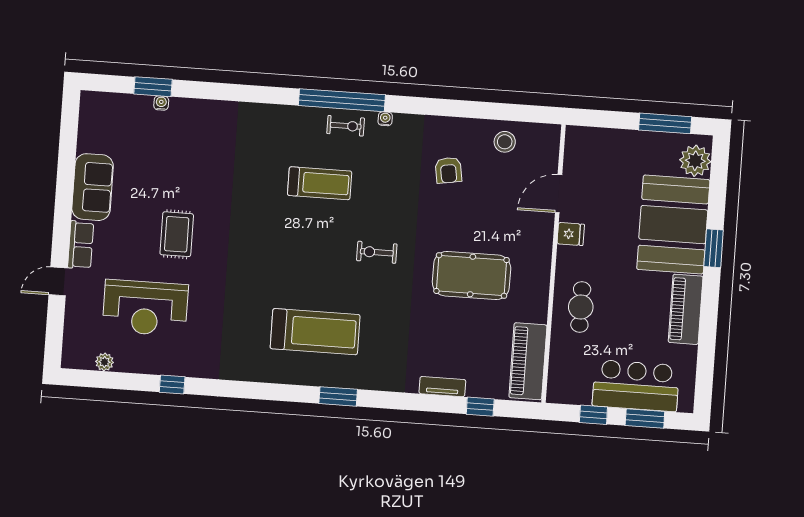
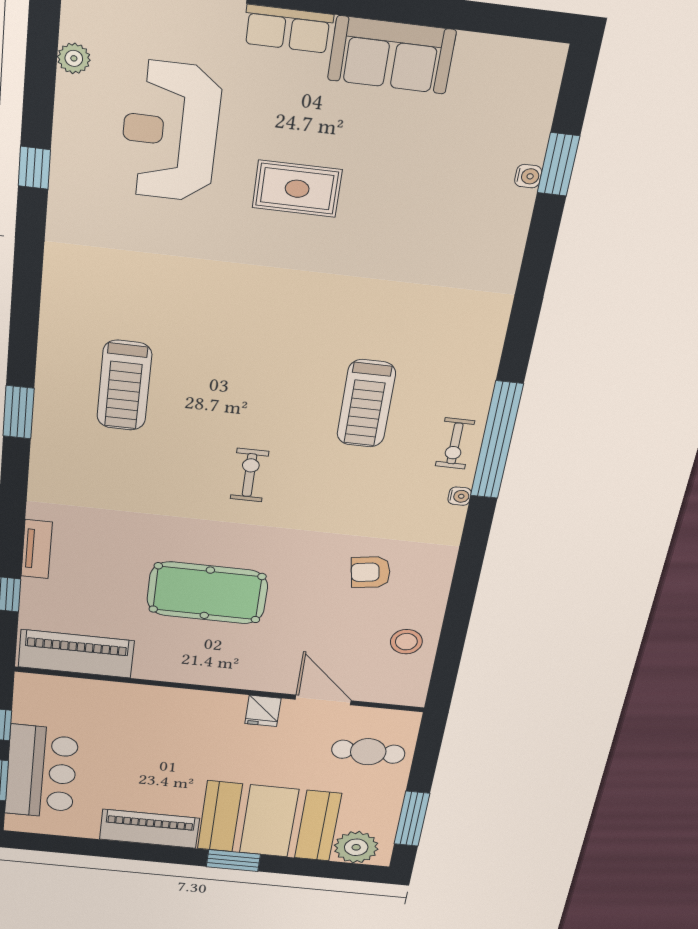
pool table: (472, 275) -> (207, 593), turned 90
cafe table: (581, 307) -> (368, 752), moved
treadmill: (315, 332) -> (124, 386), width x0.73, depth x0.73

